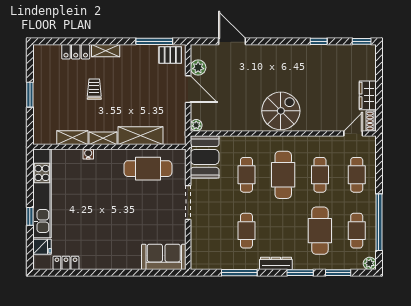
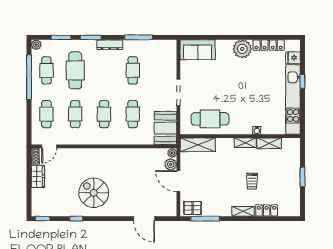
plant: (198, 67) -> (171, 164), moved
spiral stairs: (281, 111) -> (94, 193), moved, turned 90
shelving: (140, 136) -> (198, 145), moved
cafe table: (283, 175) -> (104, 114), width x0.73, depth x0.74
plant: (107, 258) -> (242, 49), added
locker: (66, 263) -> (269, 45), width x1.53

